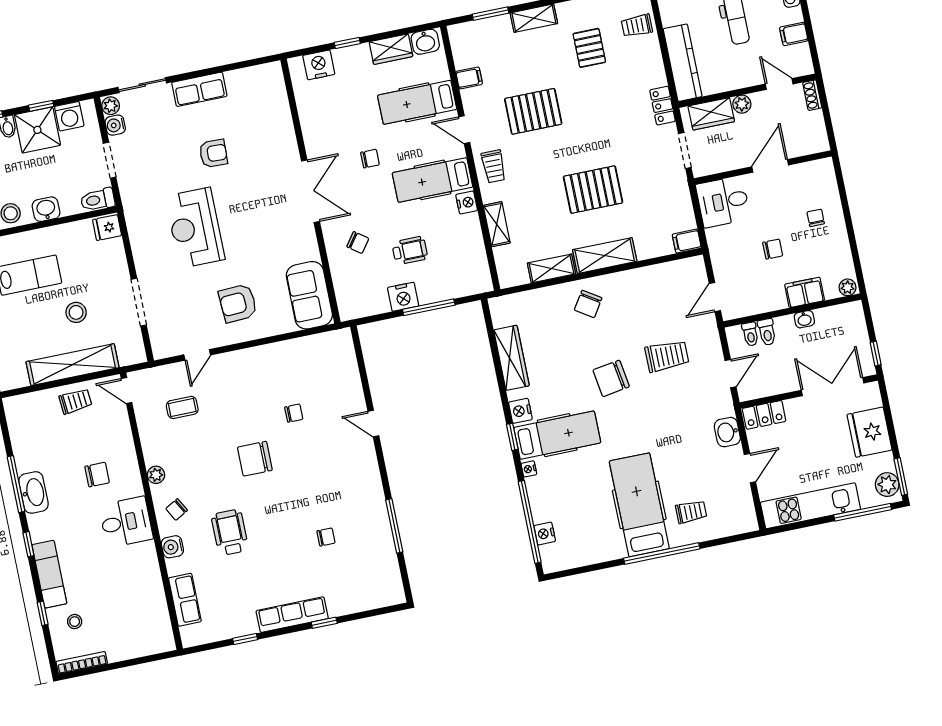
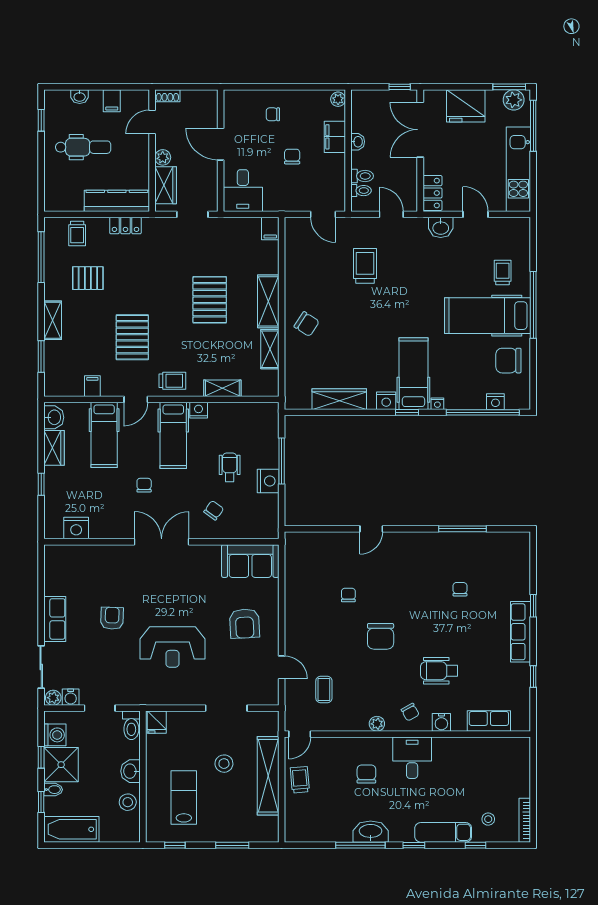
nightstand: (319, 65) -> (76, 528), moved, turned -90
locker: (663, 106) -> (125, 226), moved
chair: (611, 378) -> (508, 361), moved, turned 99

